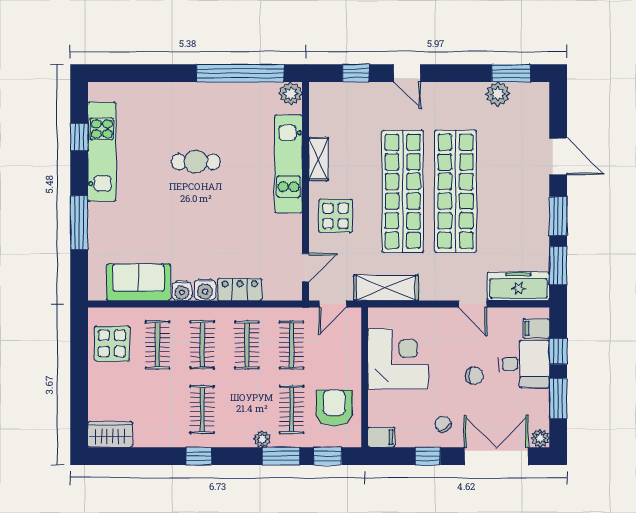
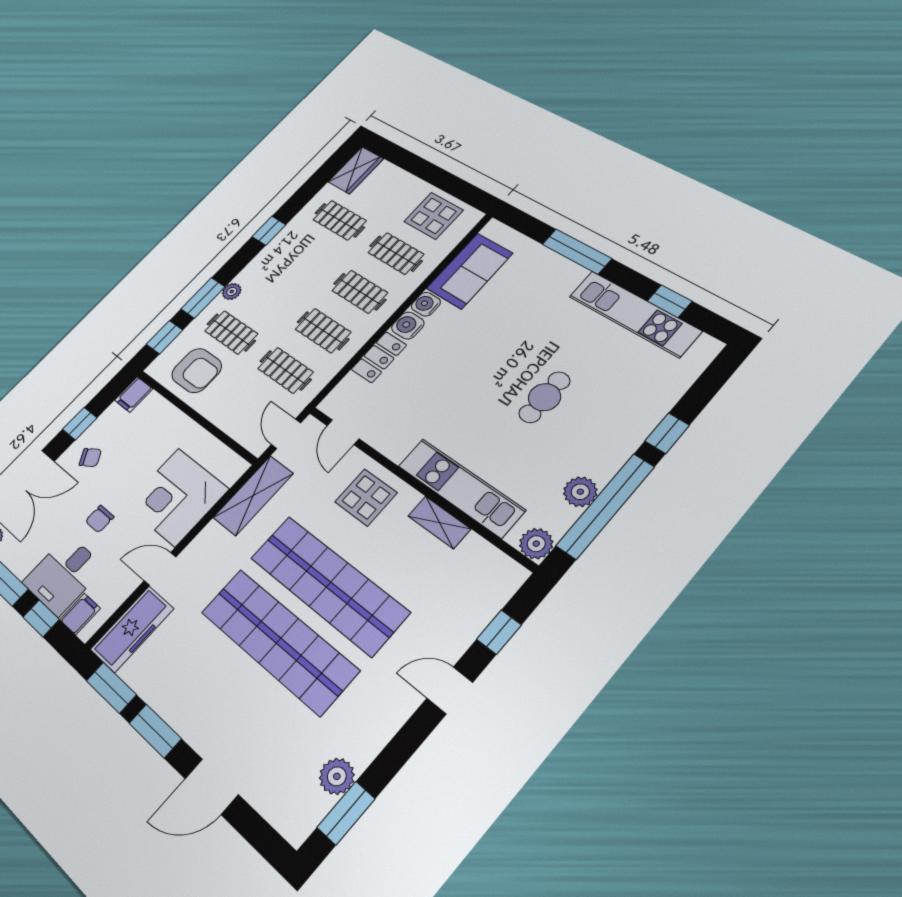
window: (170, 73) -> (667, 433), added
plant: (242, 94) -> (580, 492), added
corner desk: (398, 359) -> (177, 497), moved, turned 90
clothes rail: (202, 410) -> (340, 220), moved

